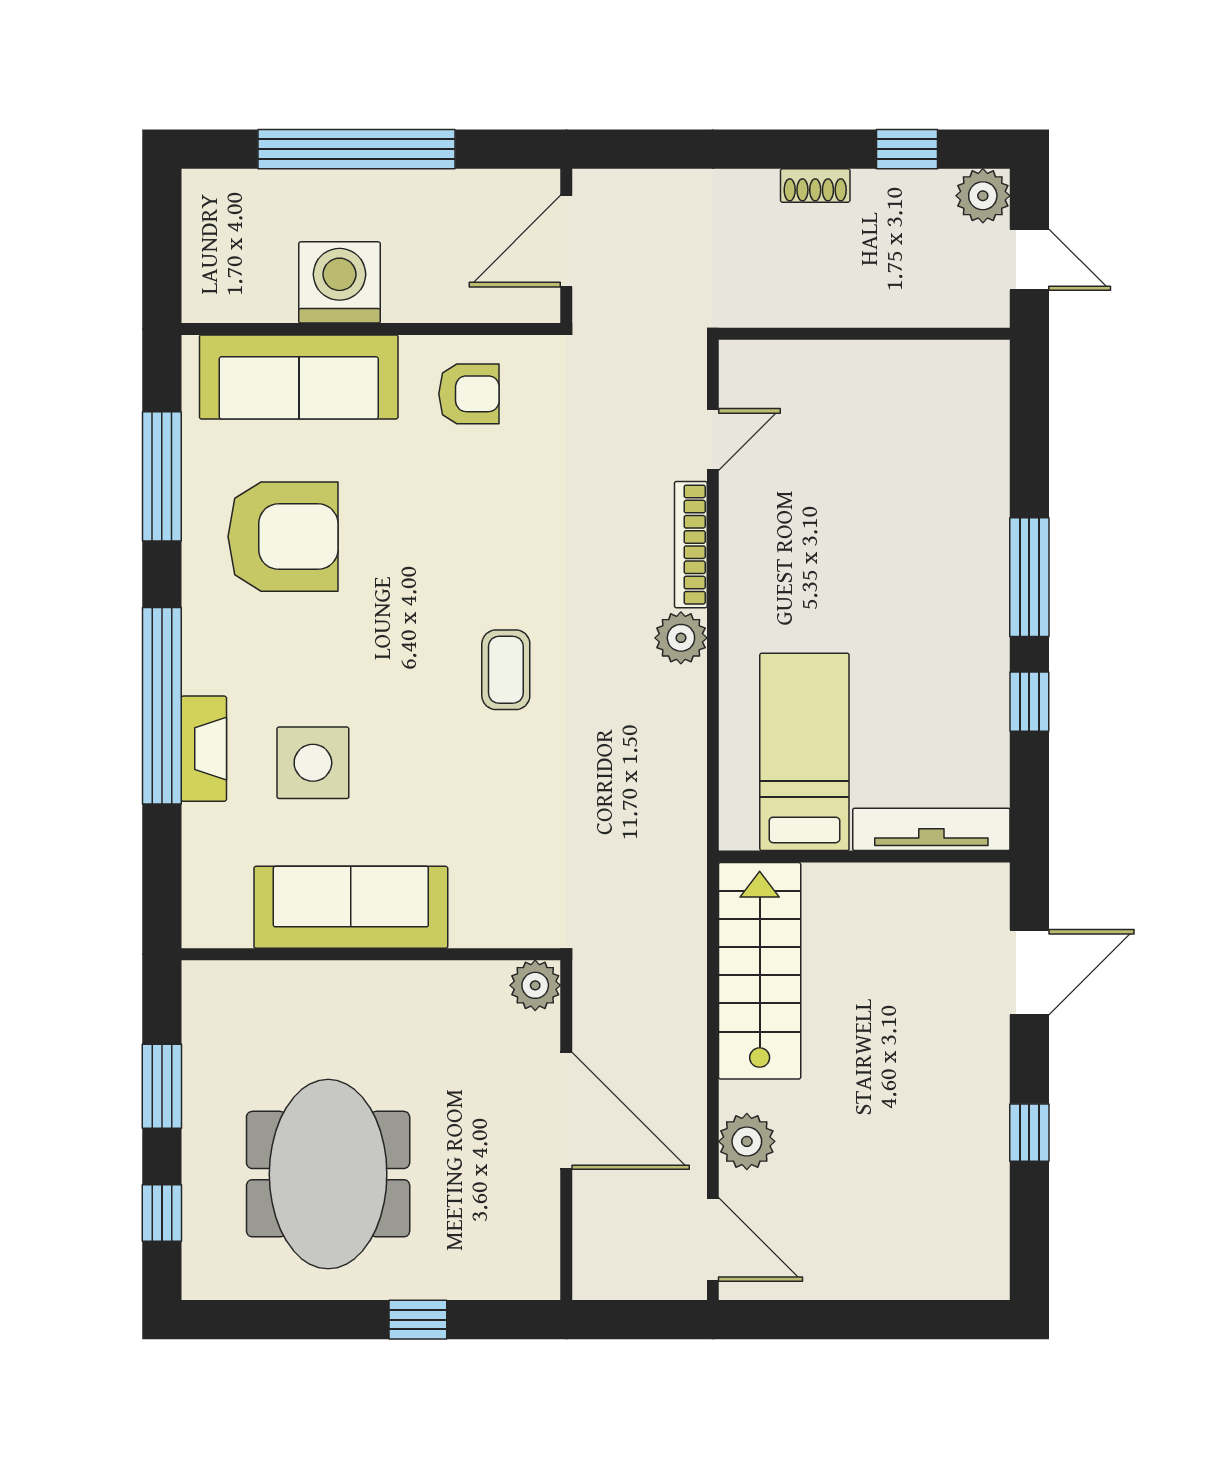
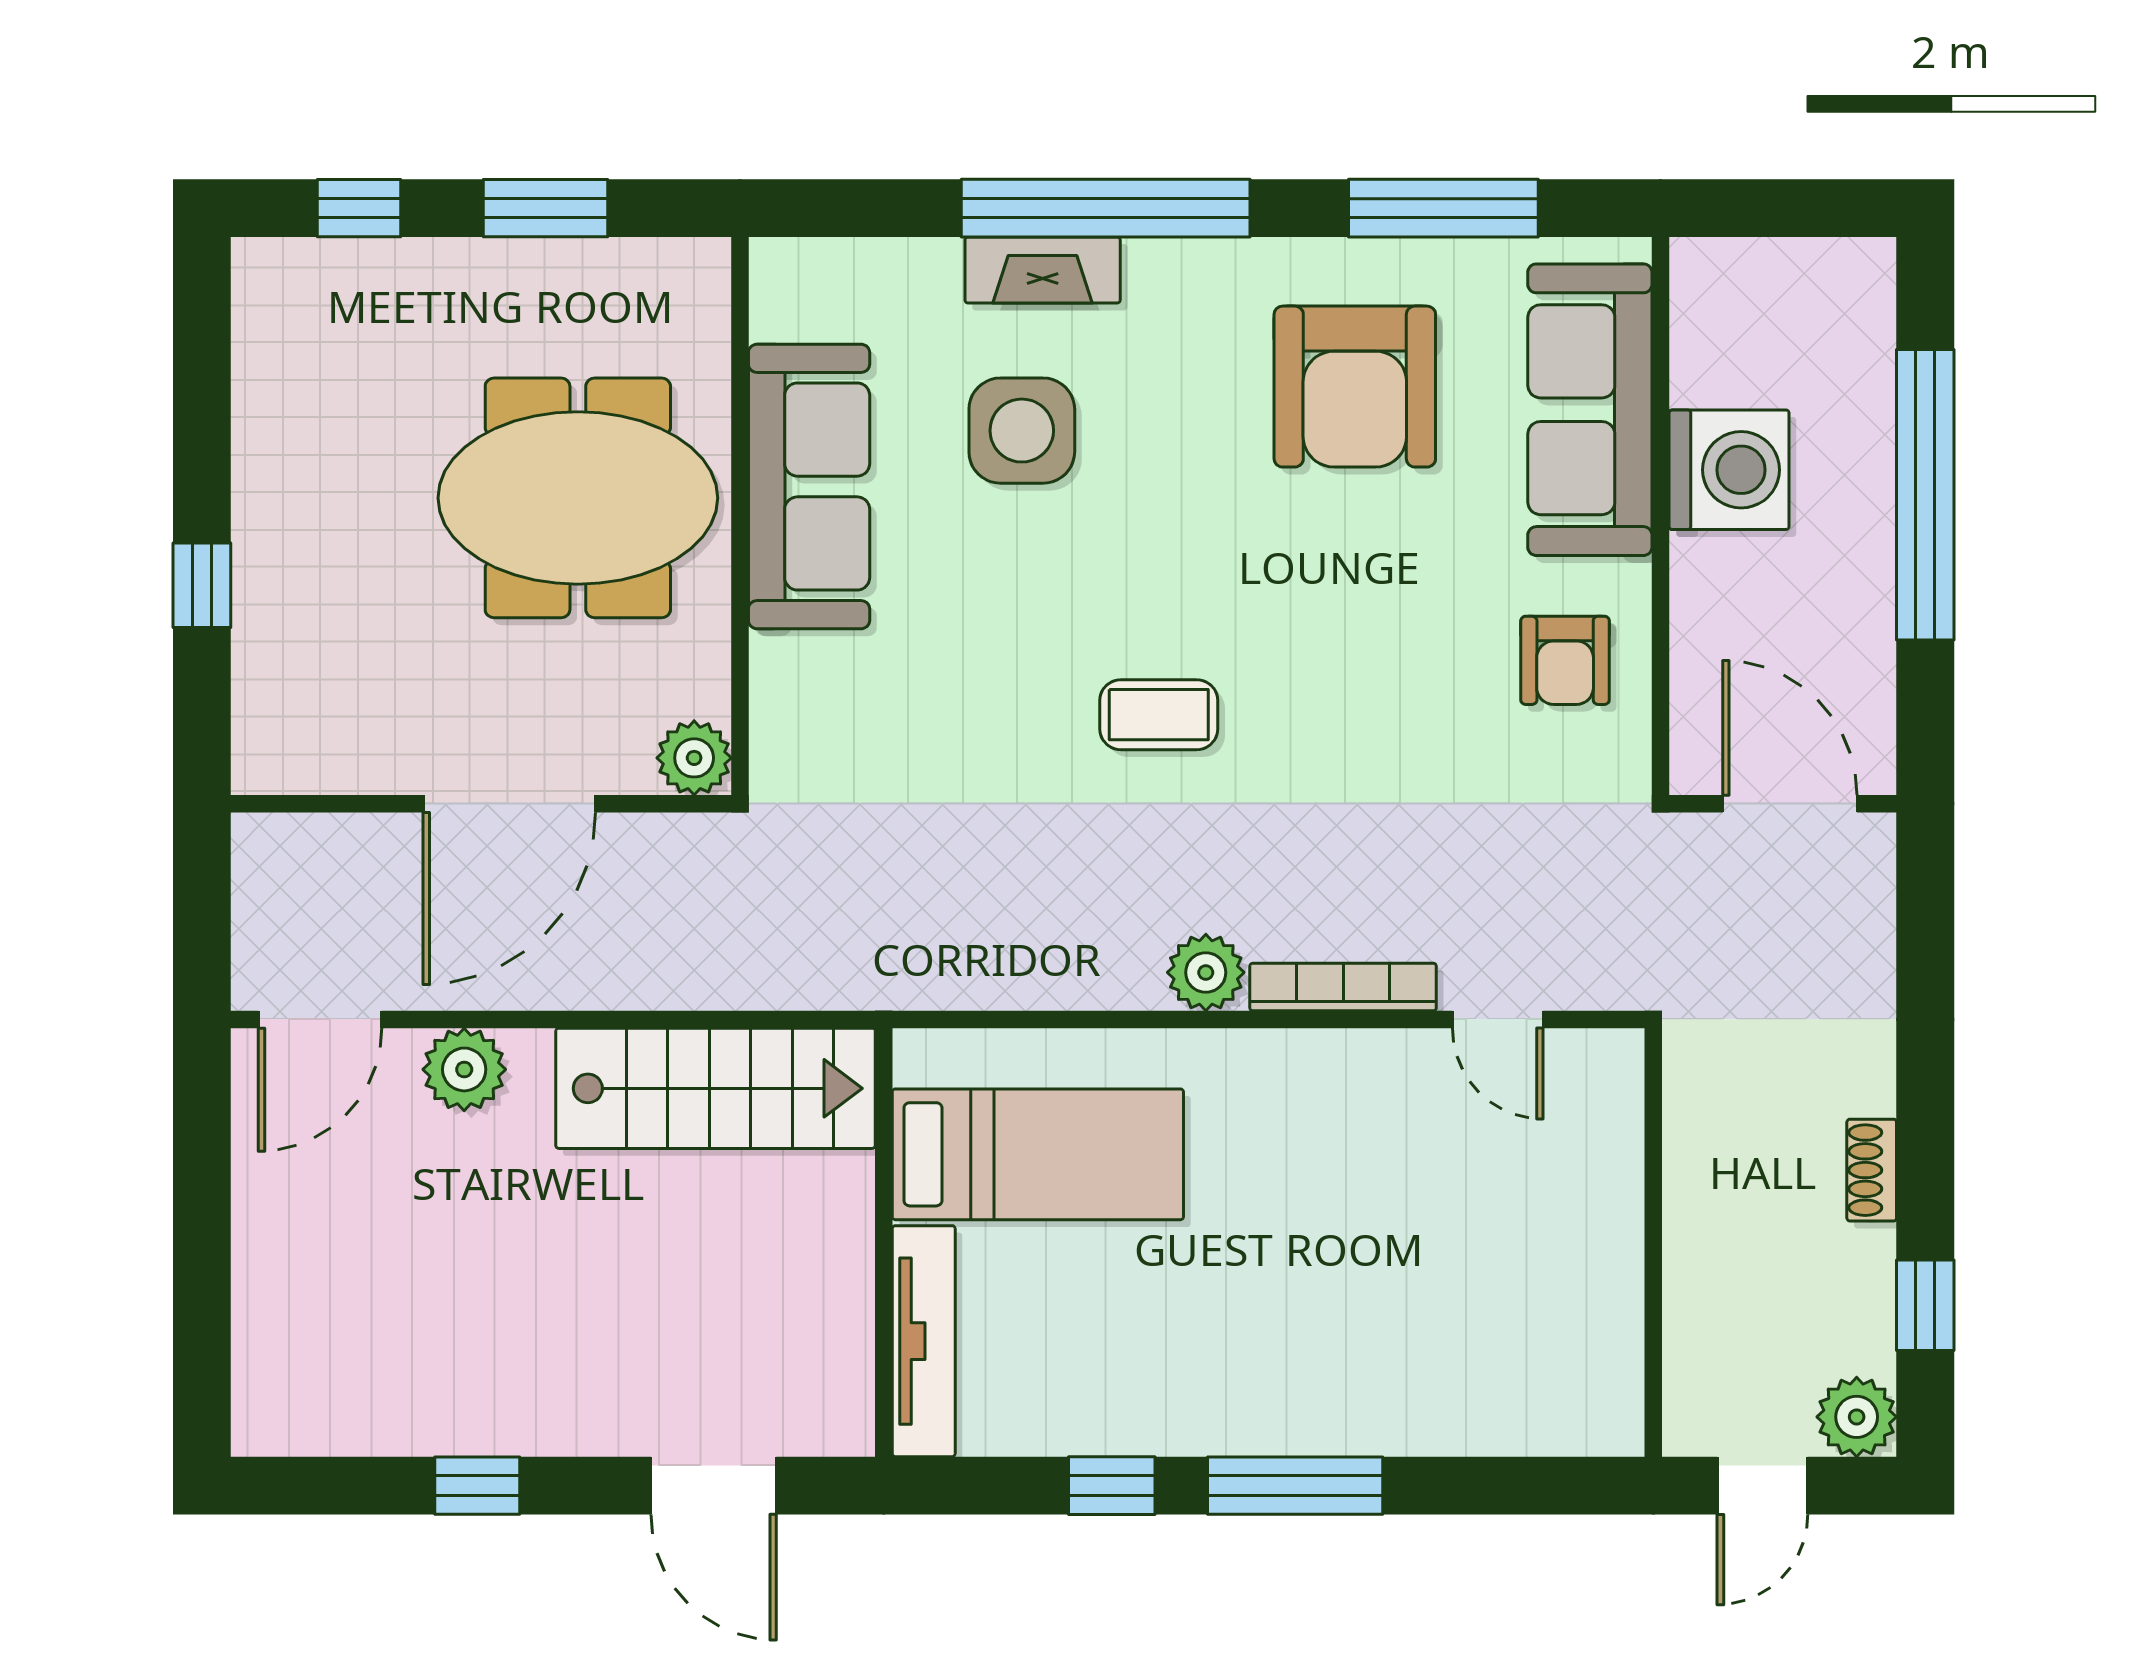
meeting table: (328, 1174) -> (578, 498), moved

